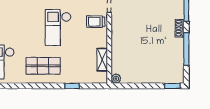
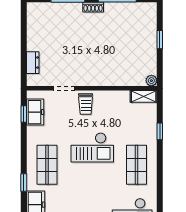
shelving: (102, 60) -> (144, 96), moved
window: (172, 86) -> (160, 40), moved

